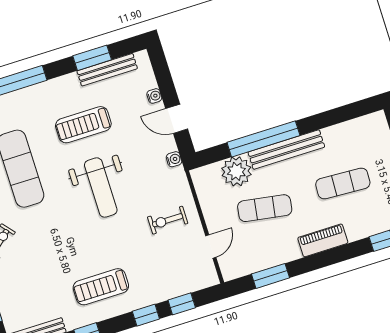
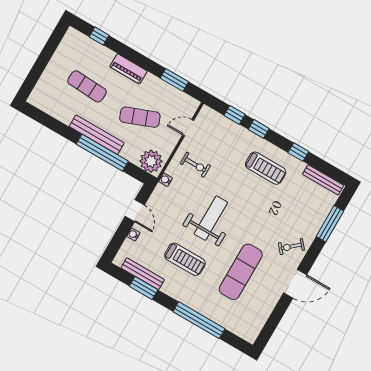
water cooler: (174, 159) -> (166, 180), moved
plant: (236, 171) -> (151, 161), moved
exercise mat: (265, 208) -> (140, 117), turned -30

